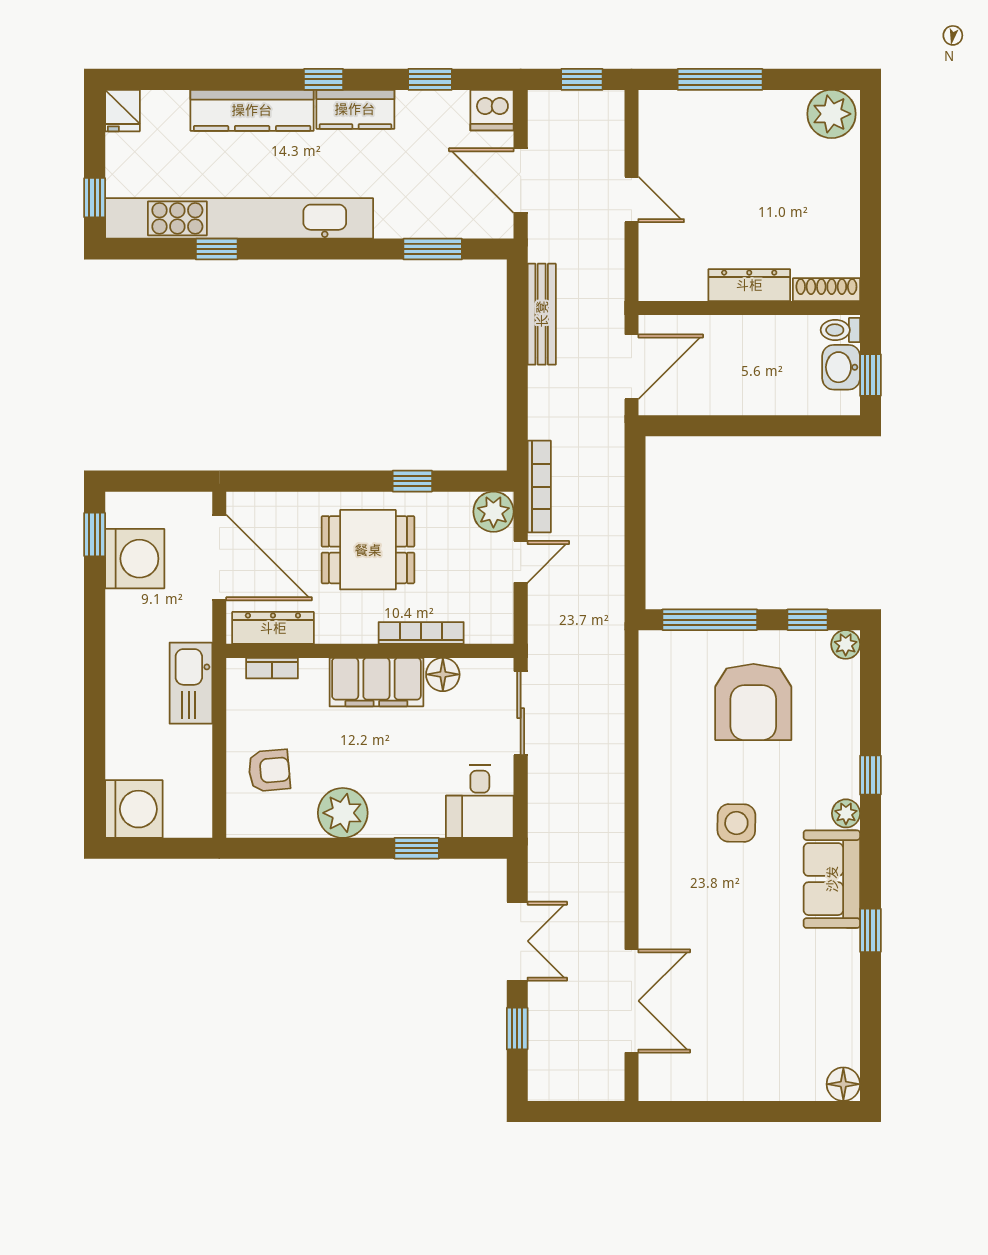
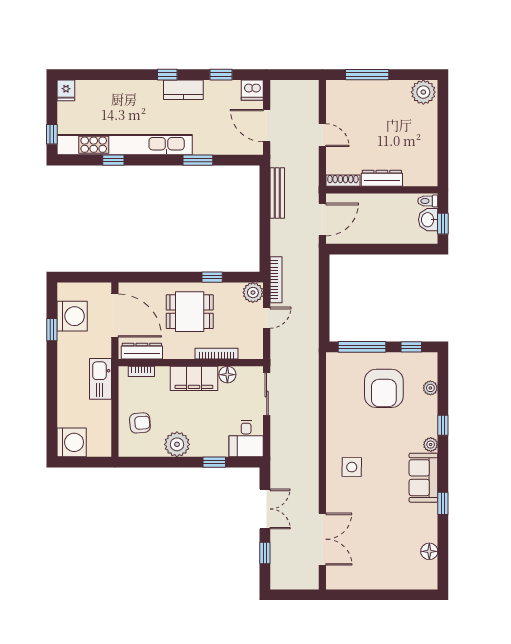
window: (582, 79) -> (298, 75), removed
kitchen counter: (252, 110) -> (131, 90), removed
window: (433, 249) -> (198, 160), moved
shoe rack: (826, 290) -> (343, 181), moved
window: (95, 535) -> (52, 330), moved
plant: (846, 644) -> (430, 388), moved
side table: (736, 823) -> (352, 467), moved
floor lamp: (843, 1084) -> (429, 551), moved

